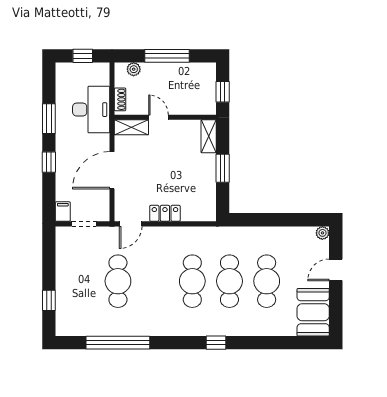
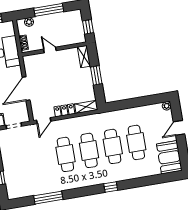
shelving: (131, 127) -> (86, 107), moved
cafe table: (118, 281) -> (65, 154), moved
window: (118, 343) -> (48, 198), width x0.68

